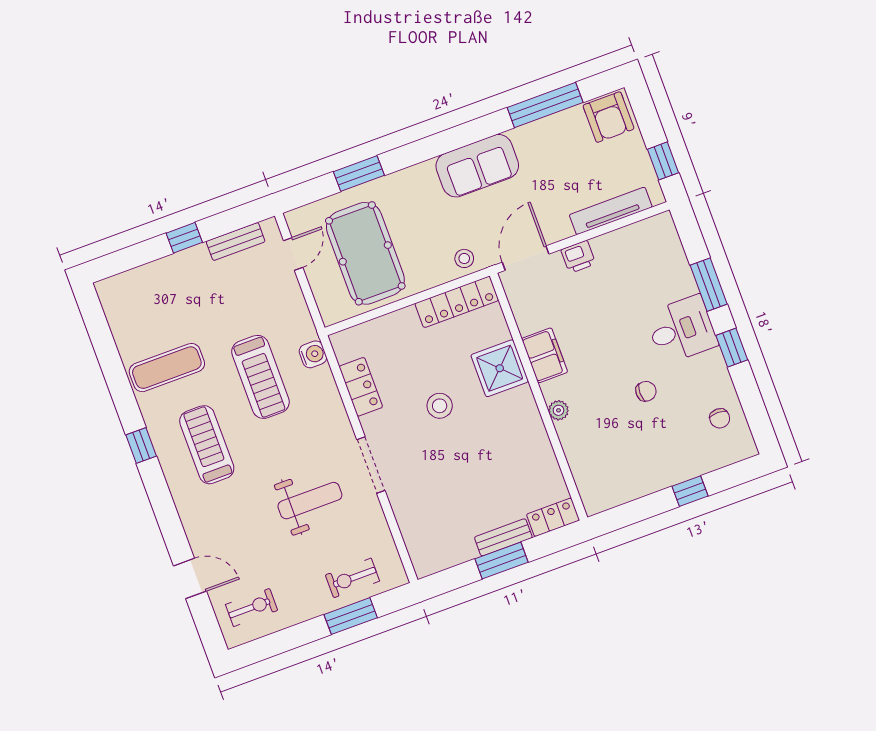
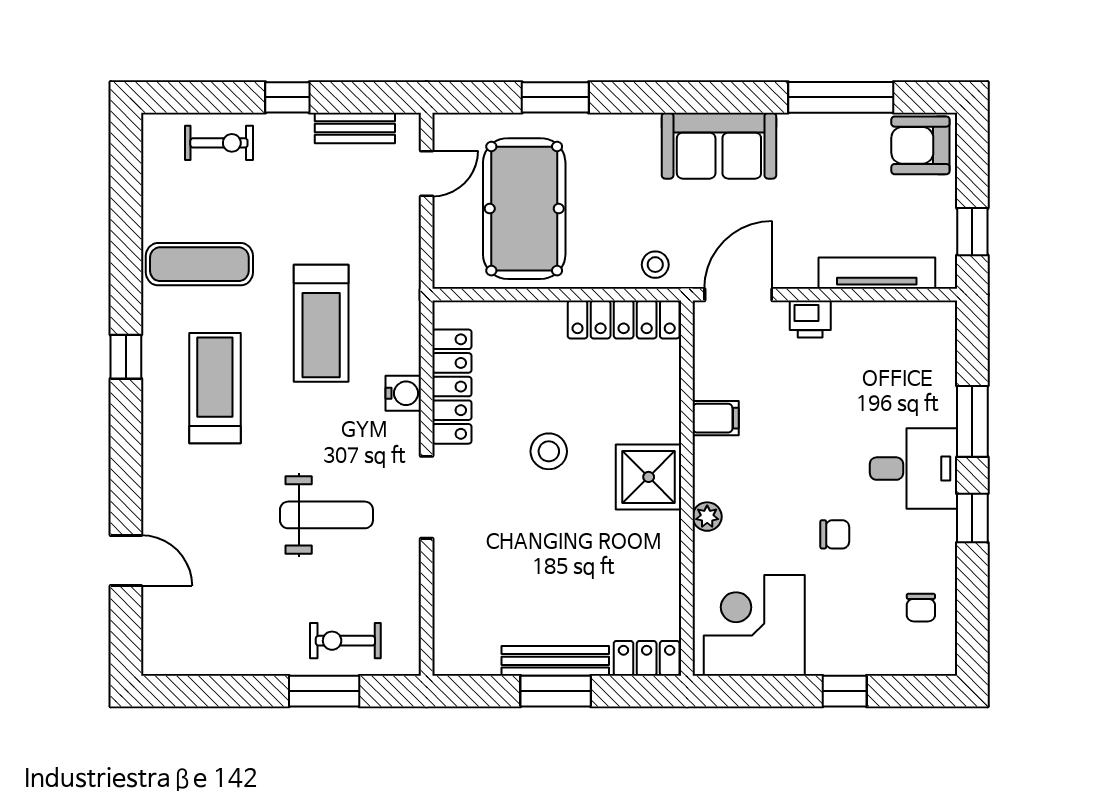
armchair: (609, 117) -> (920, 145), turned 90
water cooler: (313, 354) -> (403, 393), moved
filing cabinet: (545, 355) -> (716, 418), width x0.50
shower: (500, 368) -> (649, 477), moved
locker: (361, 387) -> (452, 387), width x1.53
corner desk: (615, 470) -> (754, 625), added
bench: (503, 537) -> (555, 661), width x1.36
exercise bike: (252, 607) -> (219, 143), moved

